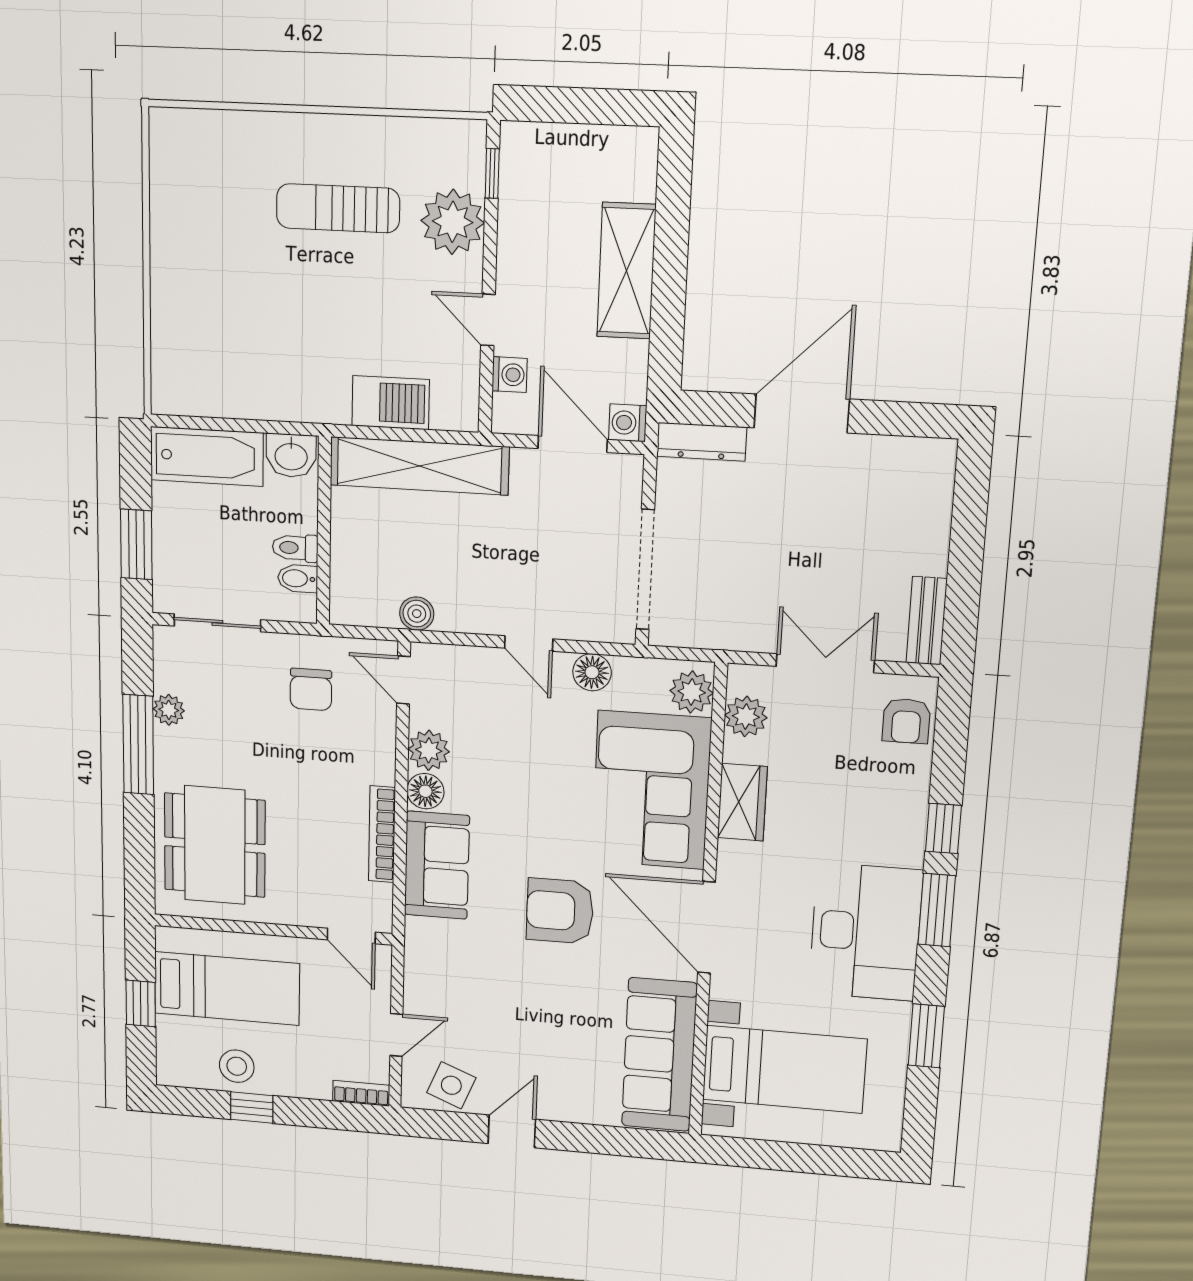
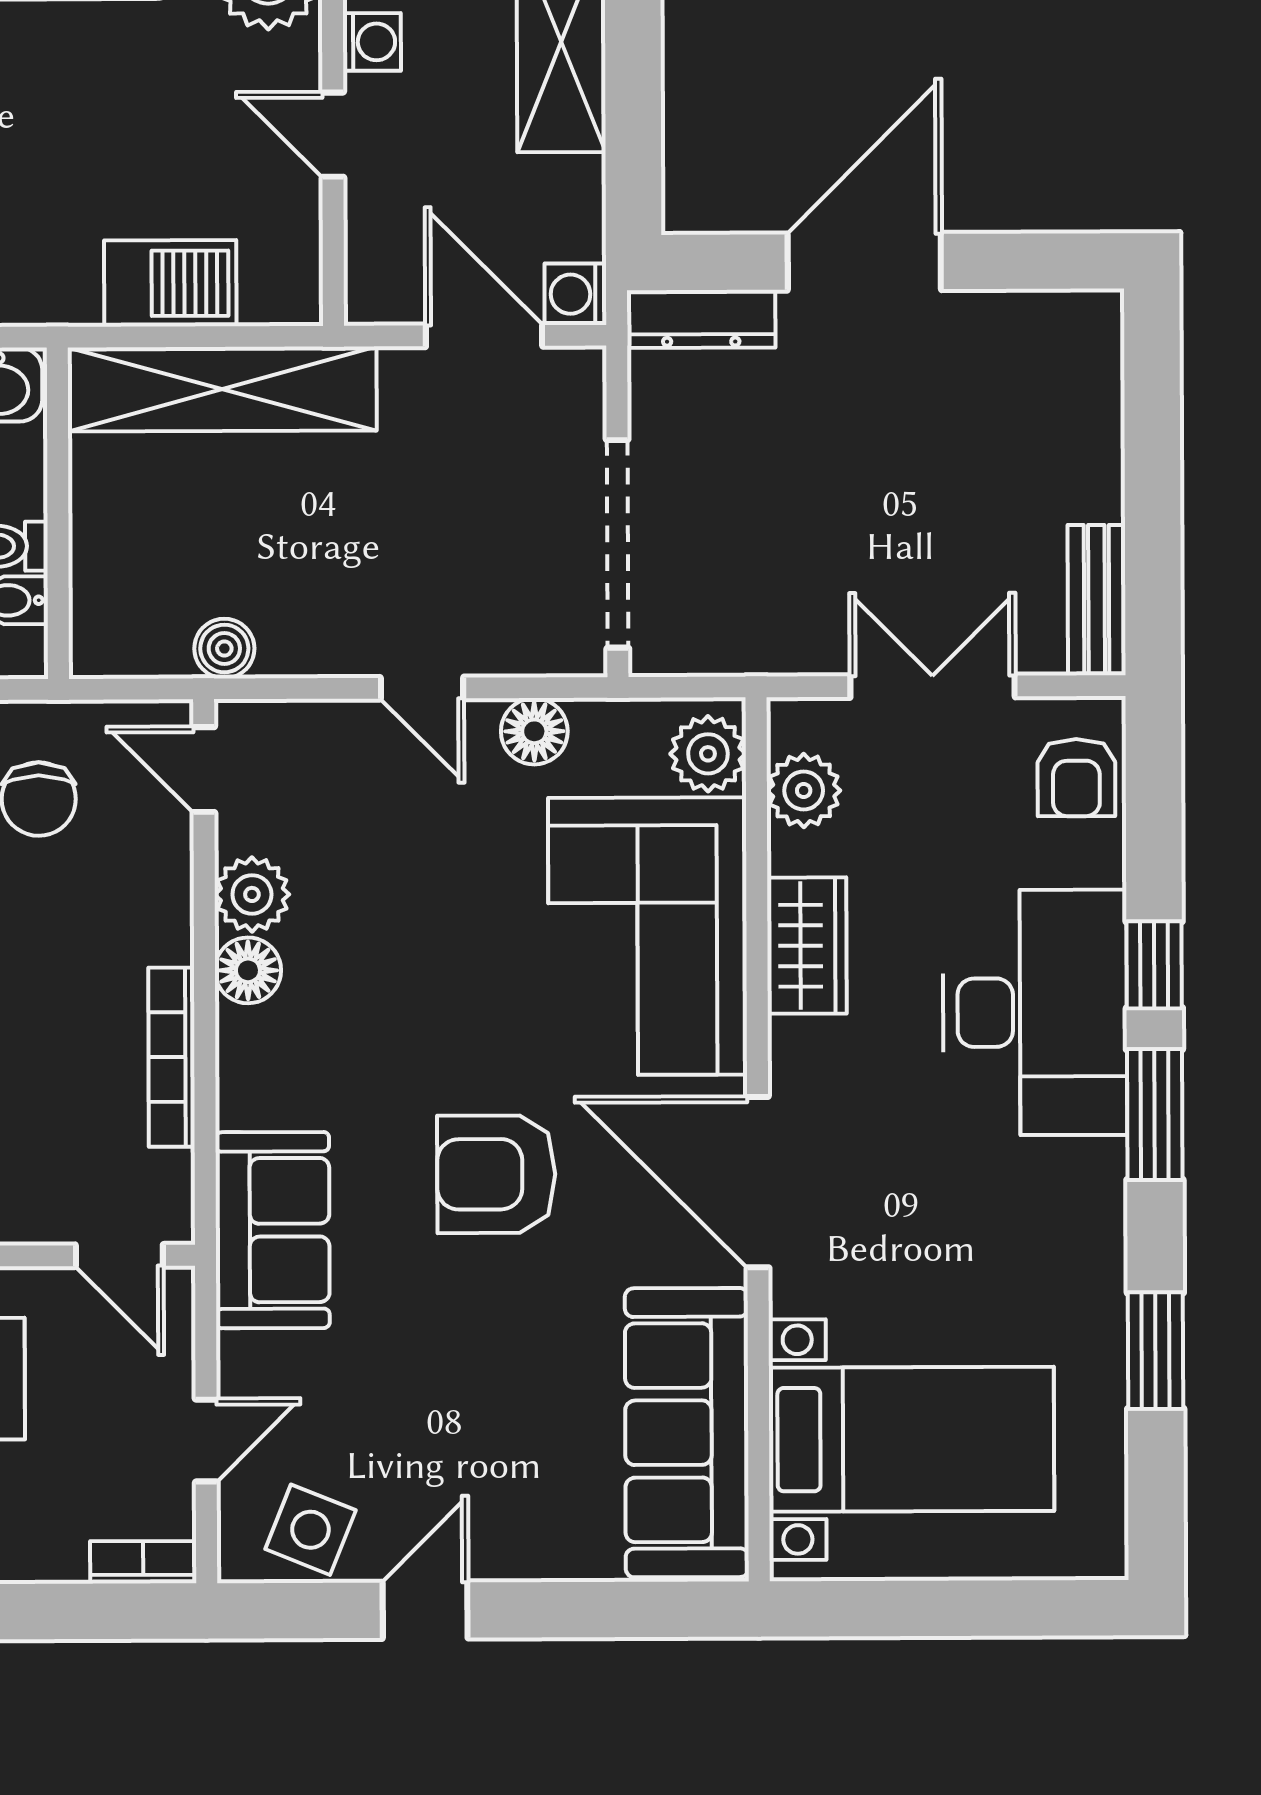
washing machine: (510, 375) -> (372, 42), moved
sofa: (437, 865) -> (273, 1230), moved
desk: (865, 932) -> (1035, 1012), moved

